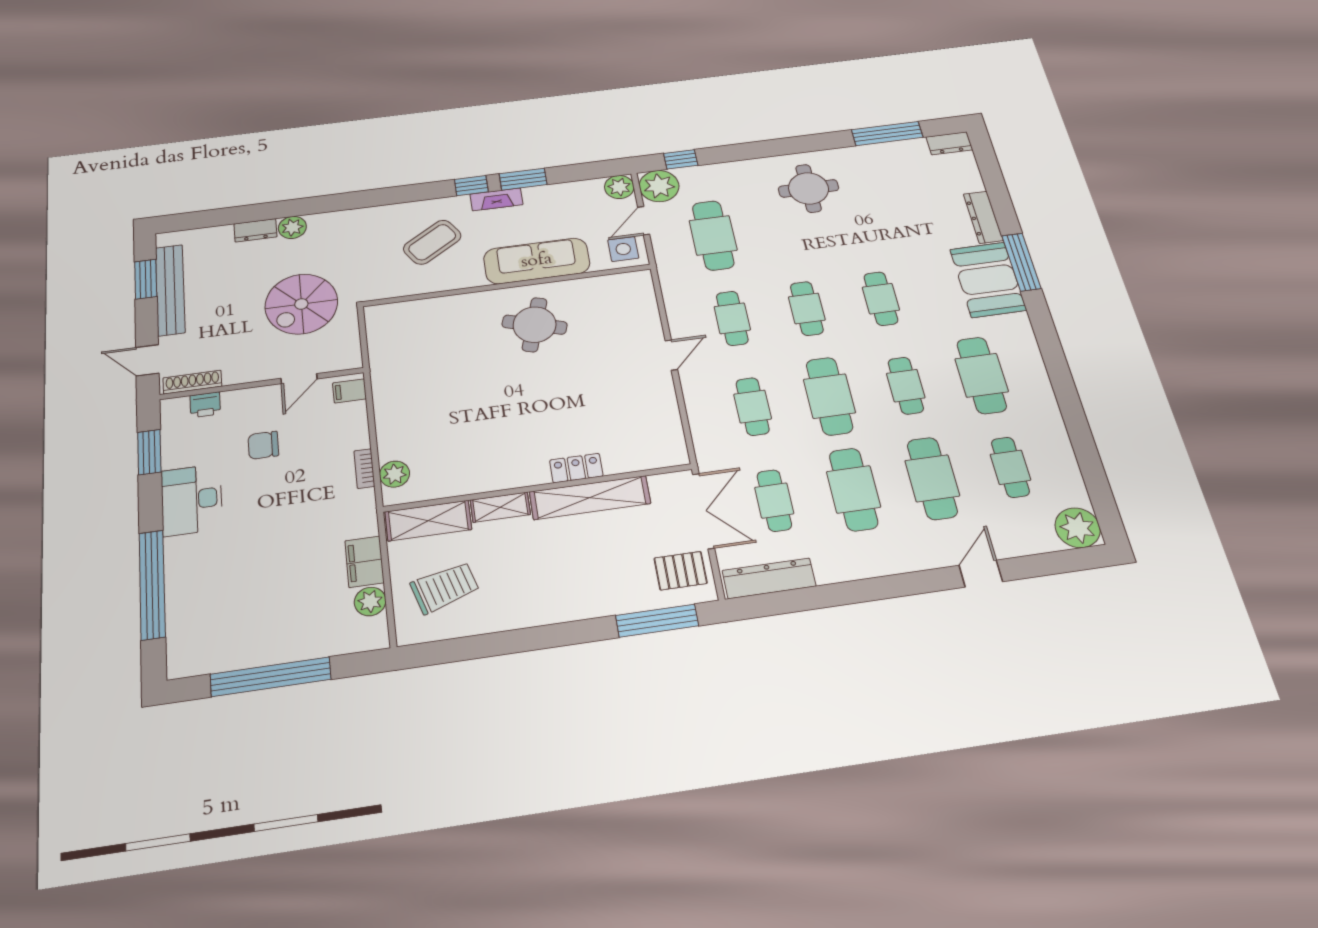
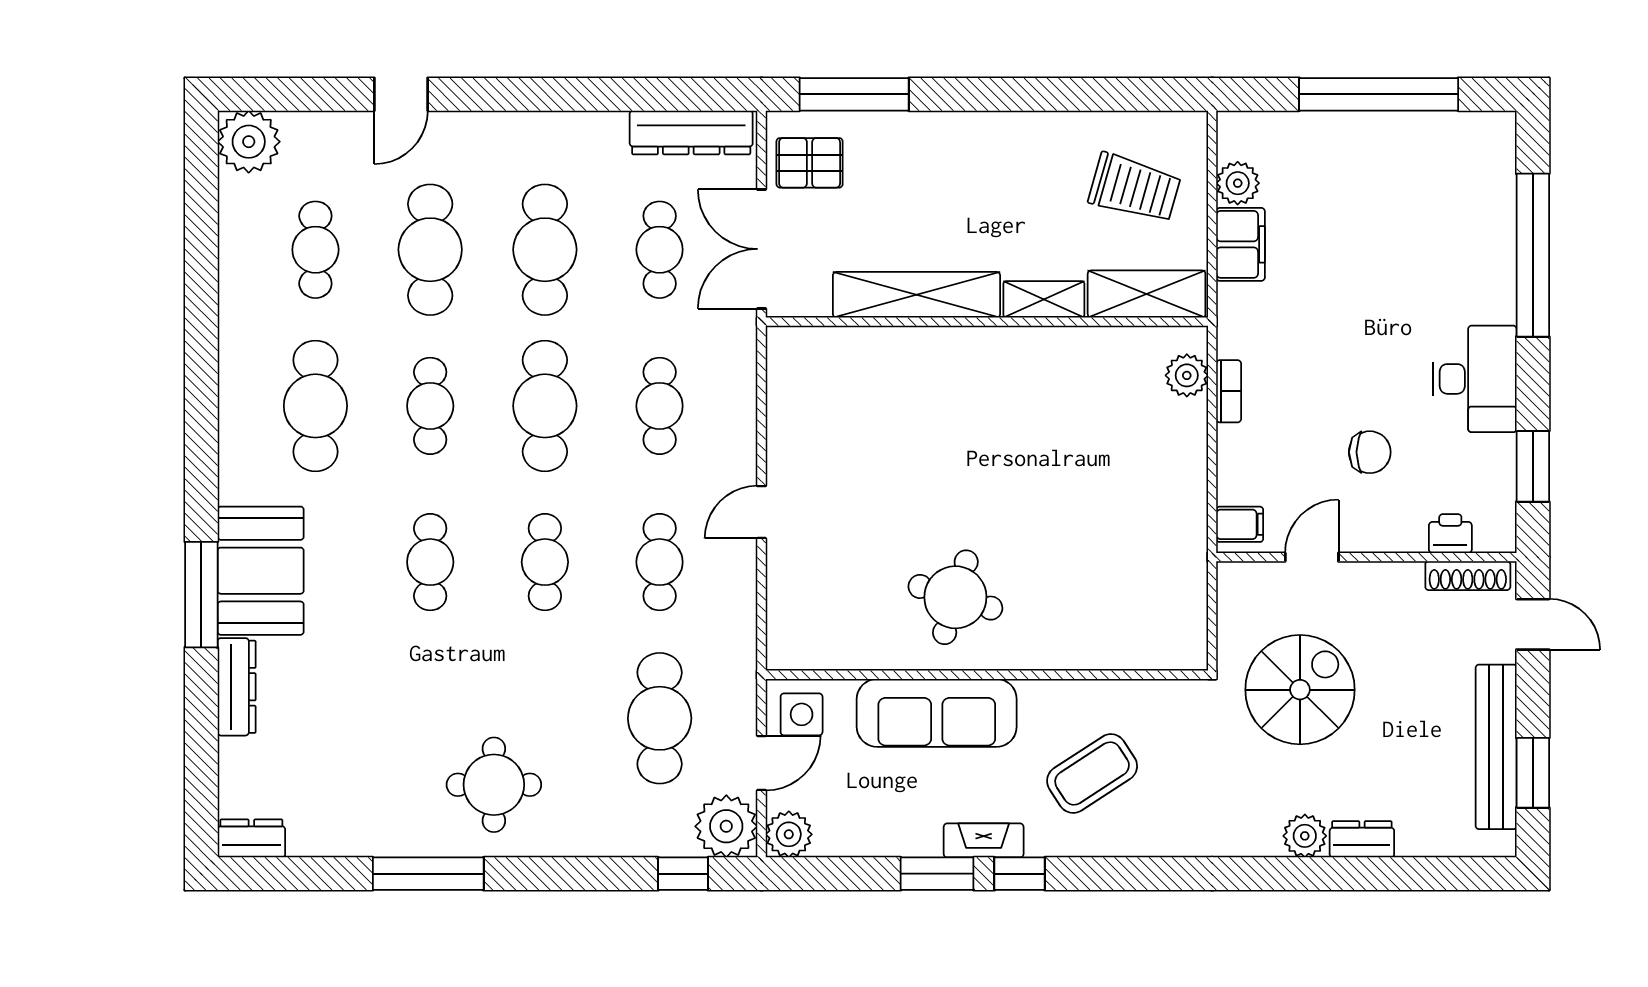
window: (887, 133) -> (428, 874), moved
locker: (576, 468) -> (929, 345), removed
trolley: (445, 588) -> (1135, 188), turned -148

